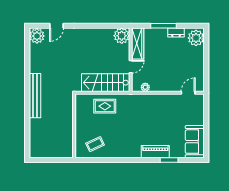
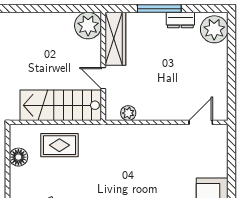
door: (131, 67) -> (103, 78), swing flipped
floor lamp: (81, 113) -> (18, 157), added

